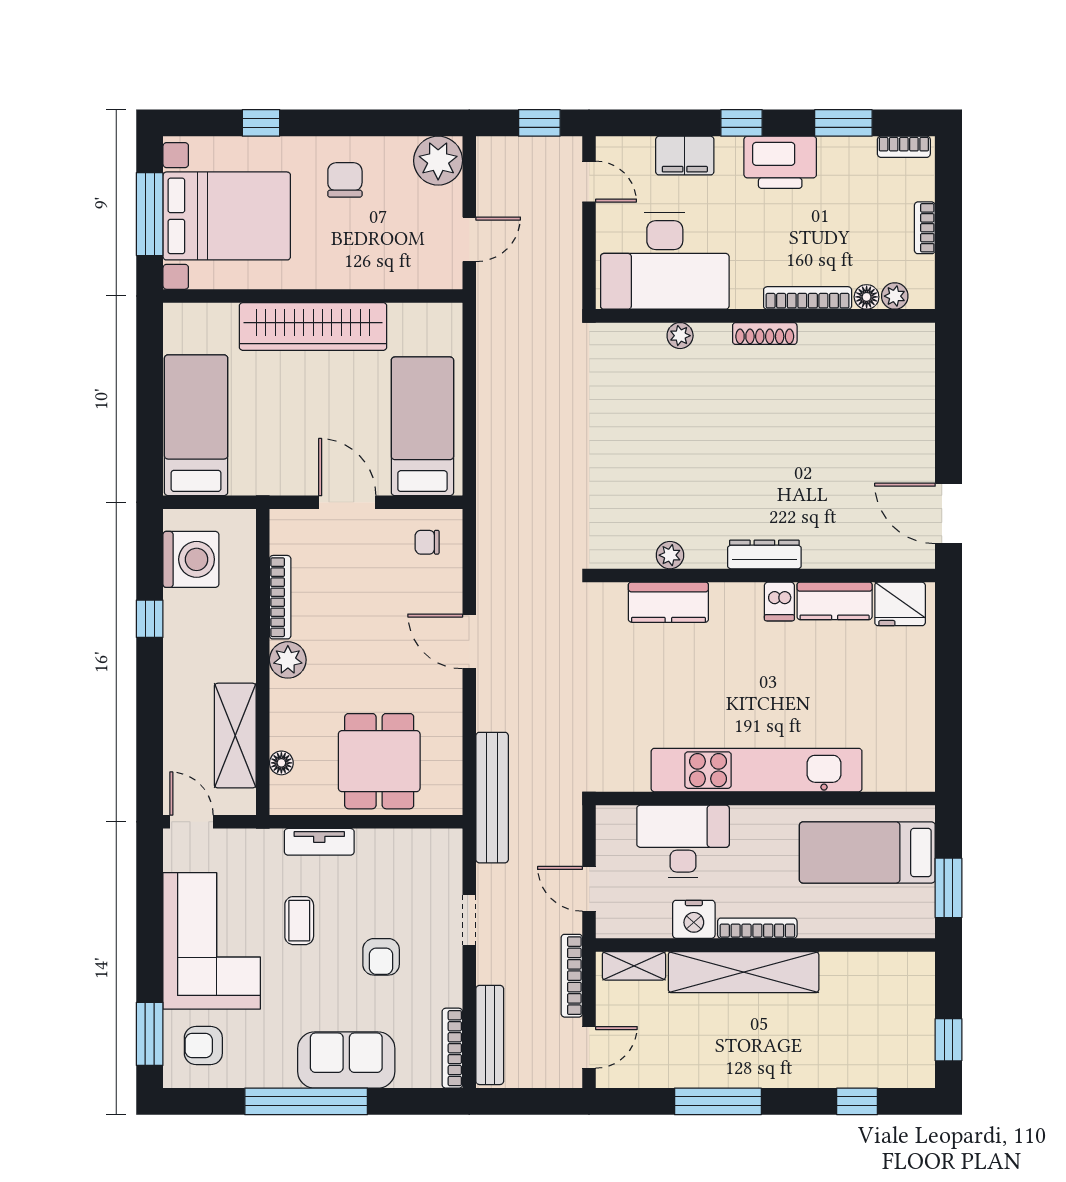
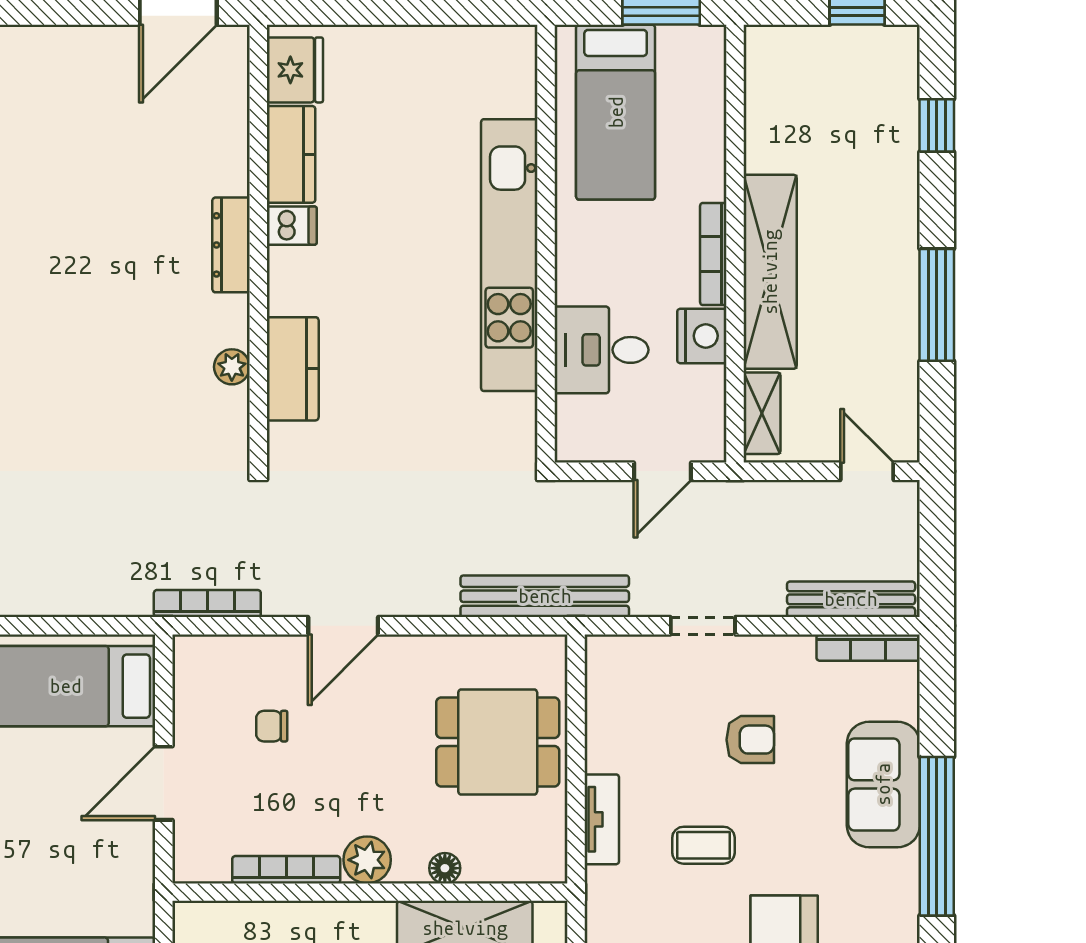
chair: (427, 542) -> (272, 726), moved, turned 90
floor lamp: (281, 763) -> (445, 868), moved
desk: (683, 842) -> (601, 350), width x0.73
bookcase: (572, 976) -> (207, 604), moved, turned 180

